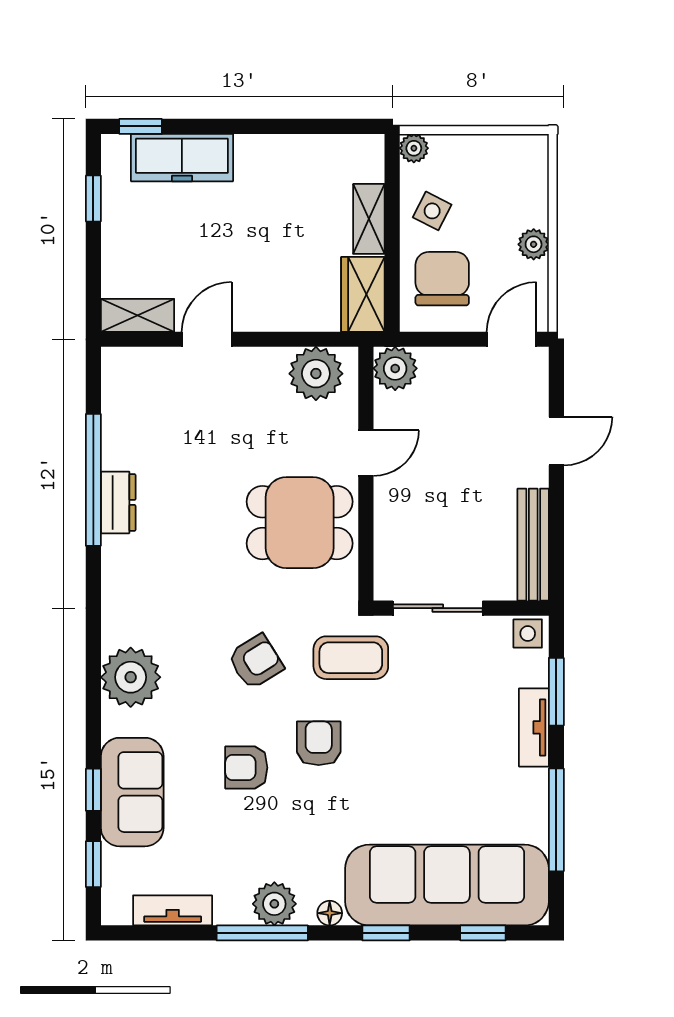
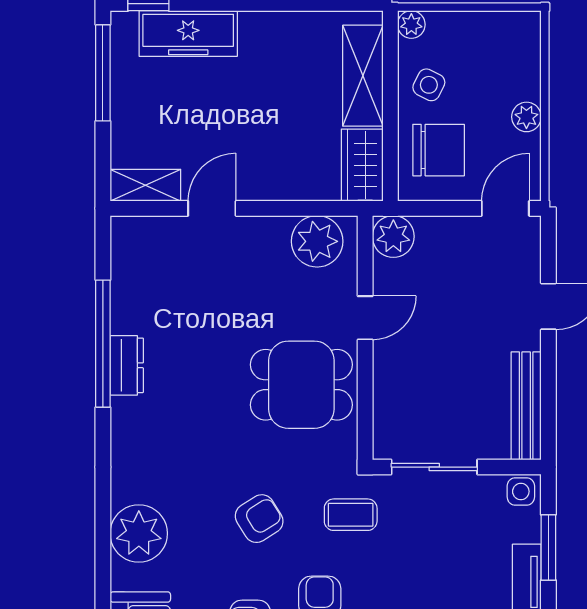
window: (93, 199) -> (103, 73), width x2.17
shelving: (369, 219) -> (363, 76), width x1.50, depth x1.33
chair: (442, 279) -> (439, 150), turned 90
coffee table: (351, 658) -> (351, 515), width x0.73, depth x0.77

